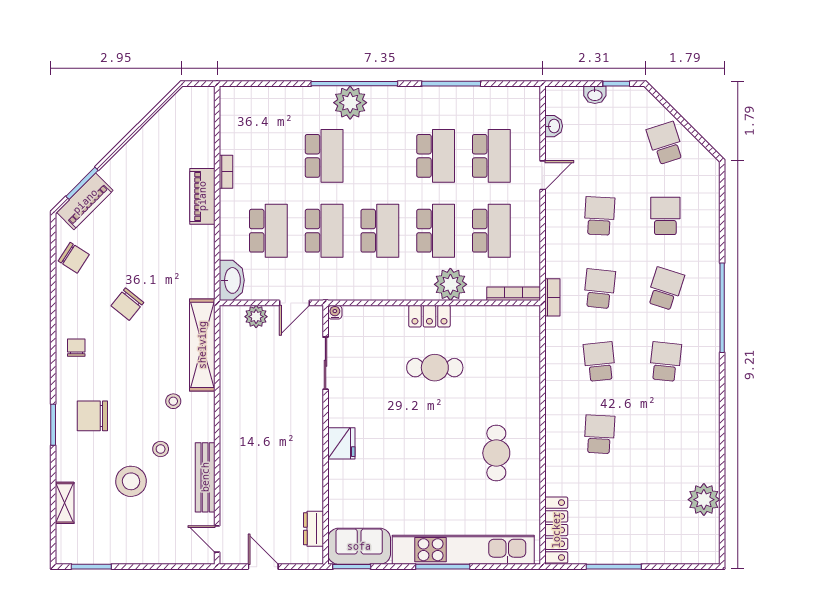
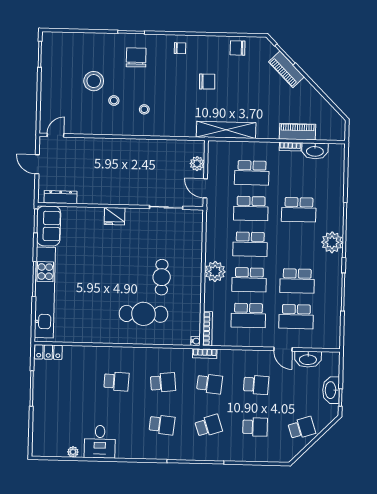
washbasin: (595, 95) -> (331, 390), width x1.91, depth x1.45
plant: (350, 103) -> (332, 242), moved
washbasin: (554, 126) -> (308, 359), width x1.91, depth x1.45
piano: (202, 196) -> (297, 132), moved
piano: (85, 201) -> (286, 69), moved
chair: (74, 258) -> (238, 48), turned 57
washbasin: (232, 280) -> (315, 151), moved
plant: (450, 284) -> (215, 272), moved
school desk: (665, 289) -> (209, 426), turned -36
chair: (127, 304) -> (207, 82), turned 140
water cooler: (335, 312) -> (196, 341), moved
locker: (429, 316) -> (195, 275), removed
shelving: (202, 345) -> (226, 130), moved
cafe table: (496, 453) -> (143, 314), moved, width x1.37, depth x1.35
desk: (694, 458) -> (100, 442), added
bench: (205, 477) -> (95, 129), removed
plant: (704, 500) -> (73, 452), width x0.53, depth x0.53
shelving: (65, 503) -> (81, 38), removed
dresser: (313, 529) -> (61, 197), width x1.44
locker: (556, 530) -> (48, 352), width x0.66
door: (263, 567) -> (37, 164), swing flipped

